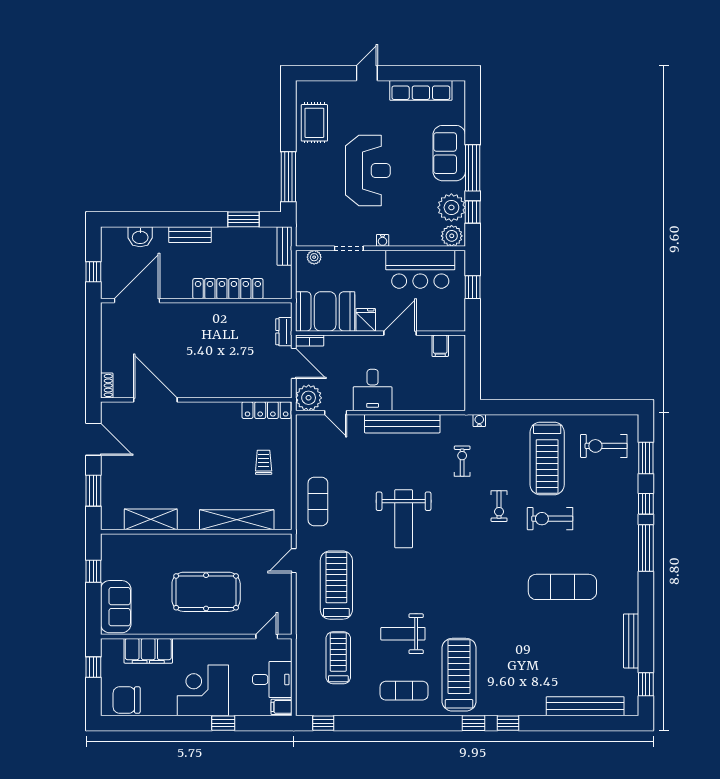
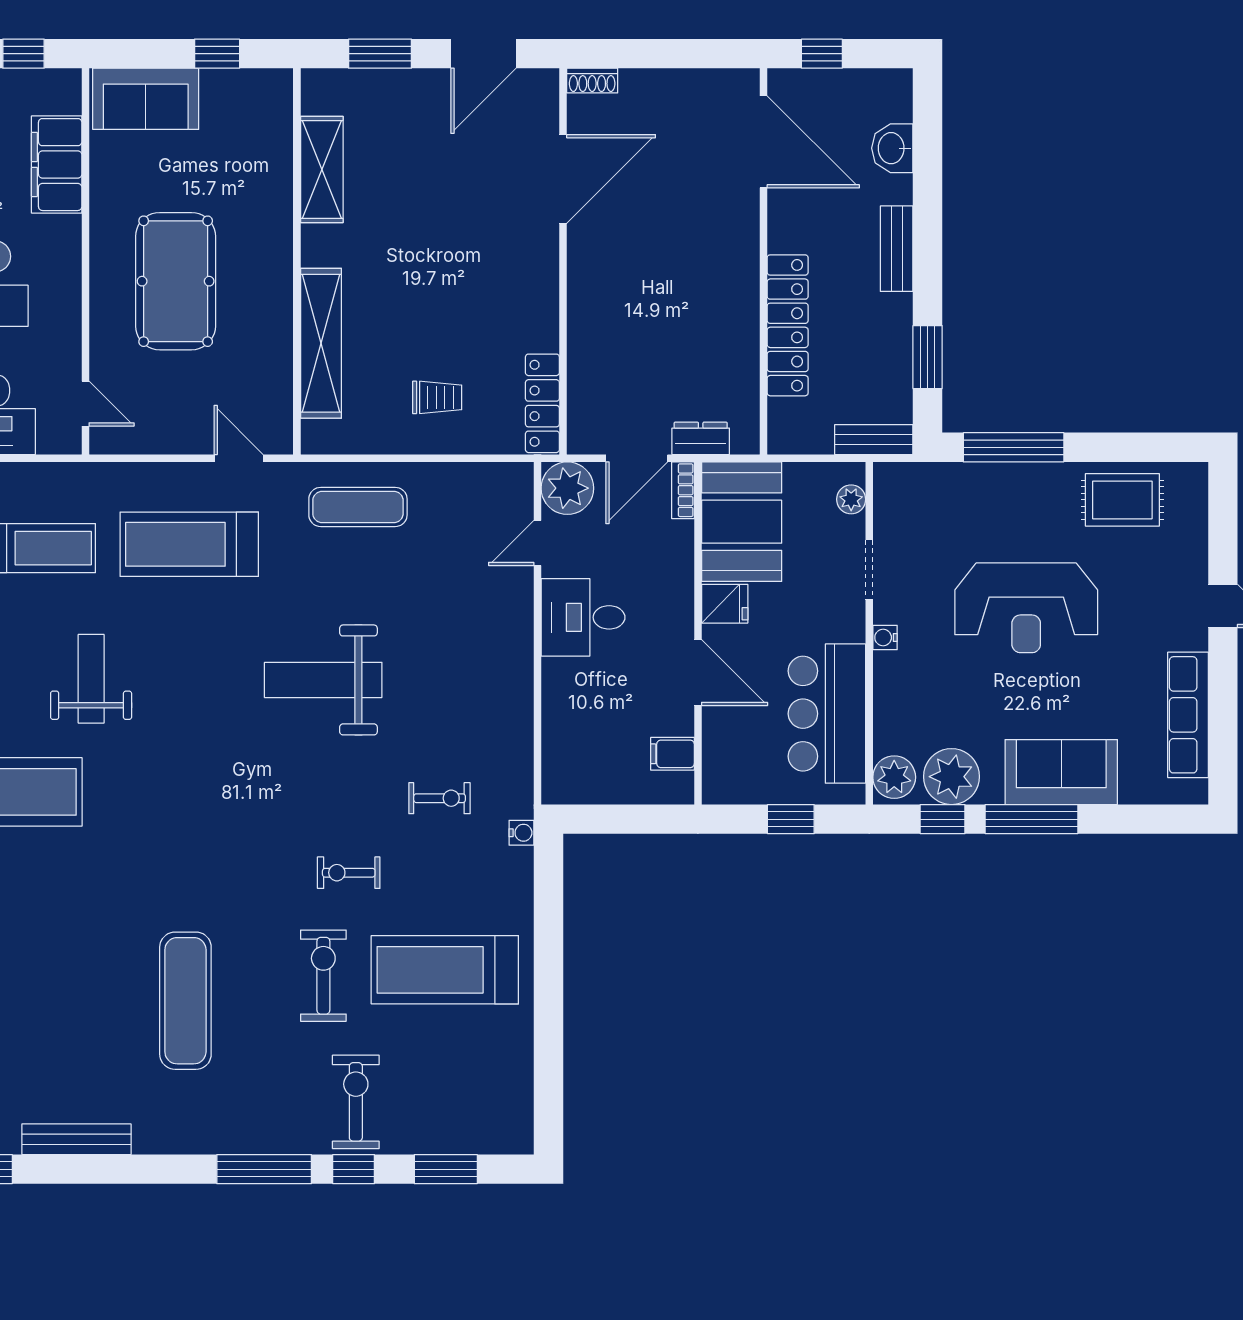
bench: (402, 424) -> (515, 677), removed
exercise bike: (604, 446) -> (356, 1102), moved
treadmill: (336, 585) -> (189, 544), turned 180

